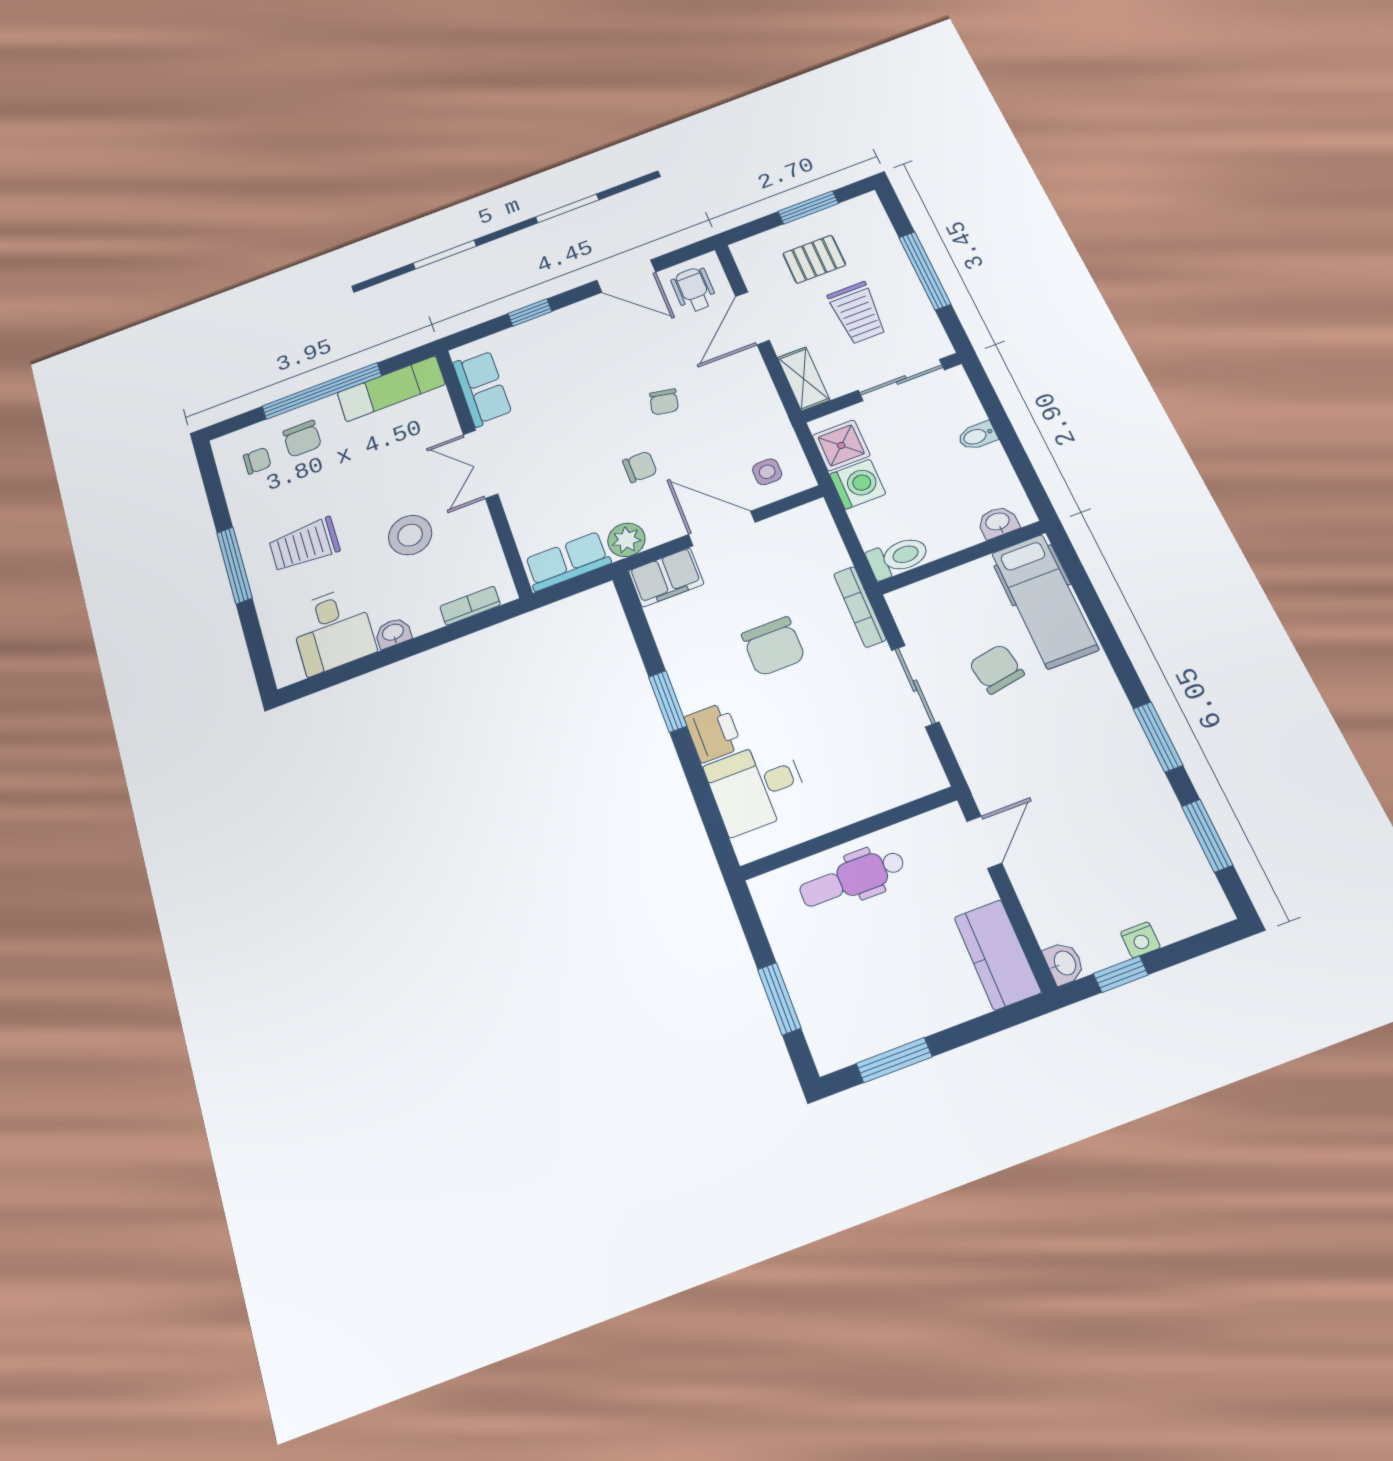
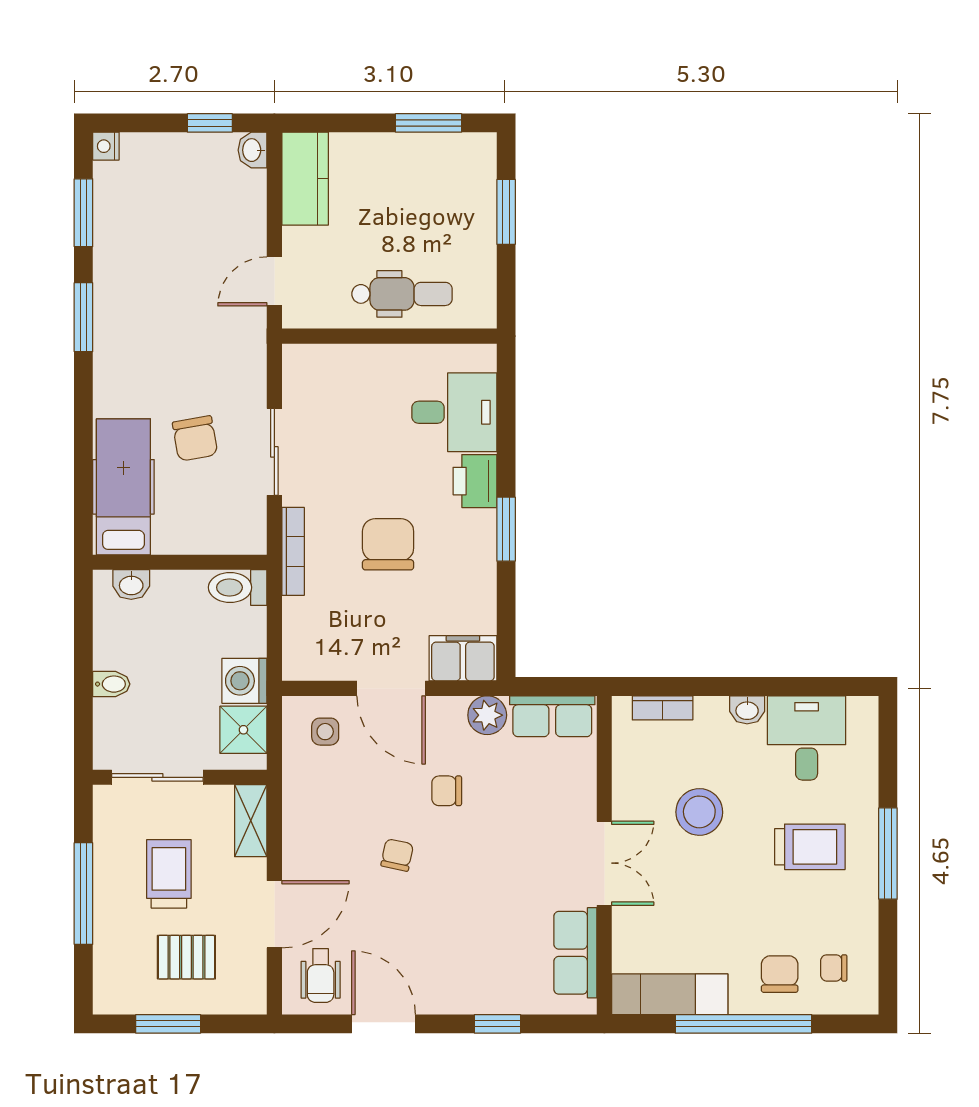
nightstand: (1140, 940) -> (106, 146), moved, turned -90

